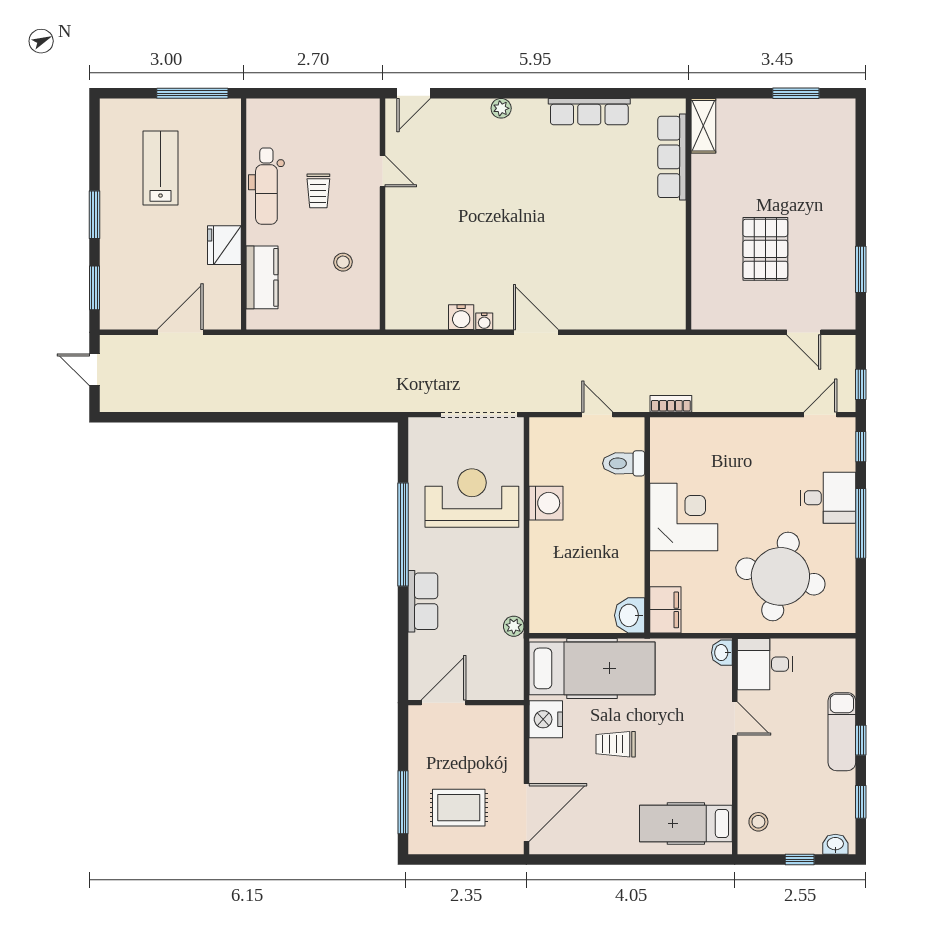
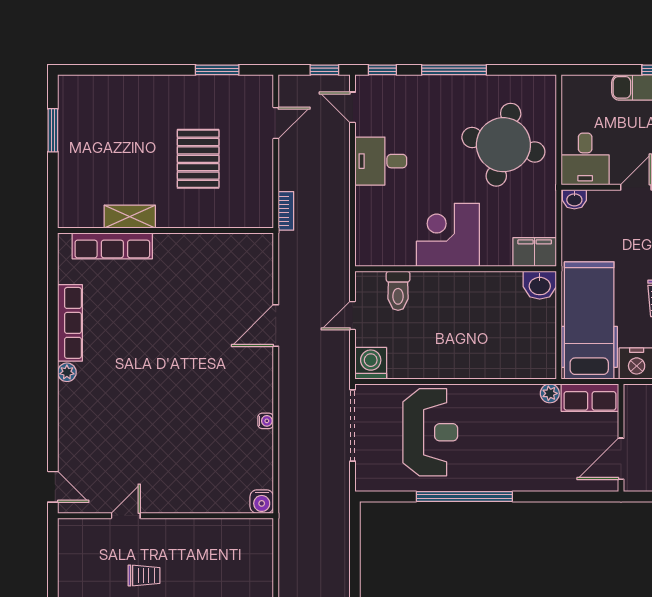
plant: (501, 108) -> (67, 372), moved
shelving: (703, 126) -> (130, 217), moved
pallet: (765, 249) -> (198, 159), turned 90
stool: (343, 262) -> (210, 552), removed
water cooler: (461, 317) -> (262, 502), moved, turned 90
door: (536, 332) -> (276, 326), moved
bookcase: (671, 404) -> (286, 211), moved, turned 180
reception desk: (472, 498) -> (430, 432), turned 180
desk: (828, 498) -> (381, 161), moved, turned -90
washing machine: (546, 503) -> (371, 363), moved
row of seats: (423, 601) -> (590, 398), moved, turned 180
door: (444, 703) -> (621, 459), hinge flipped

